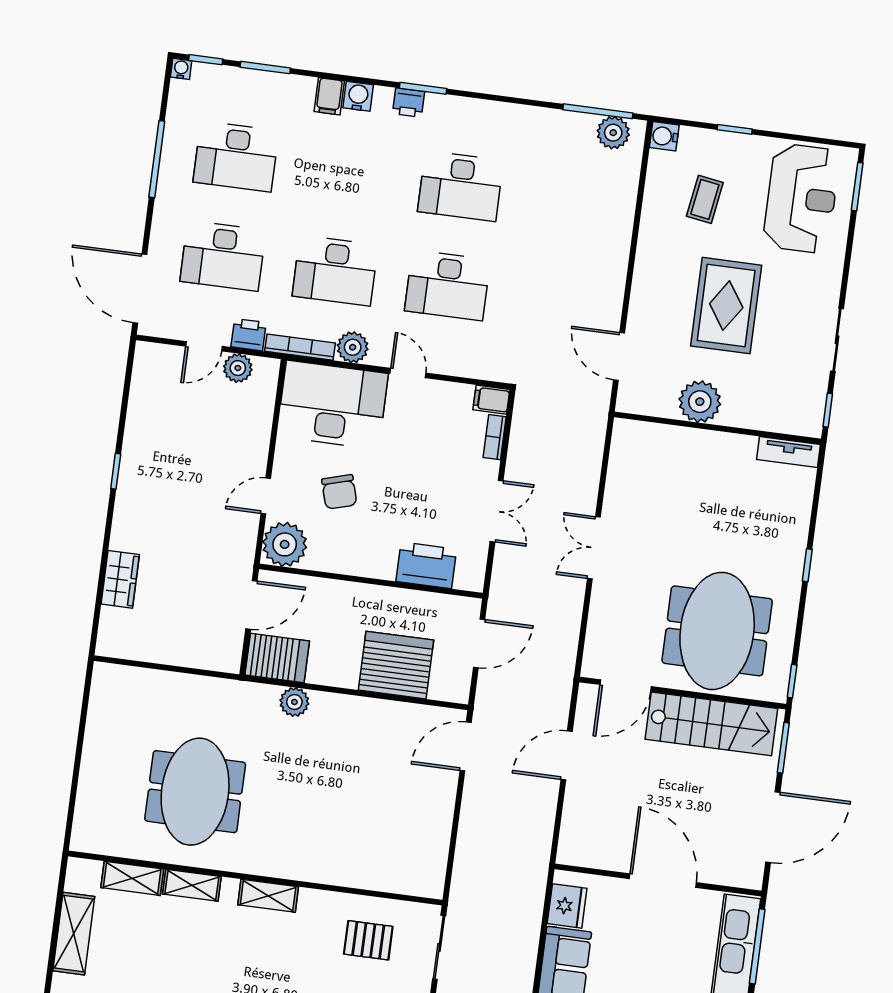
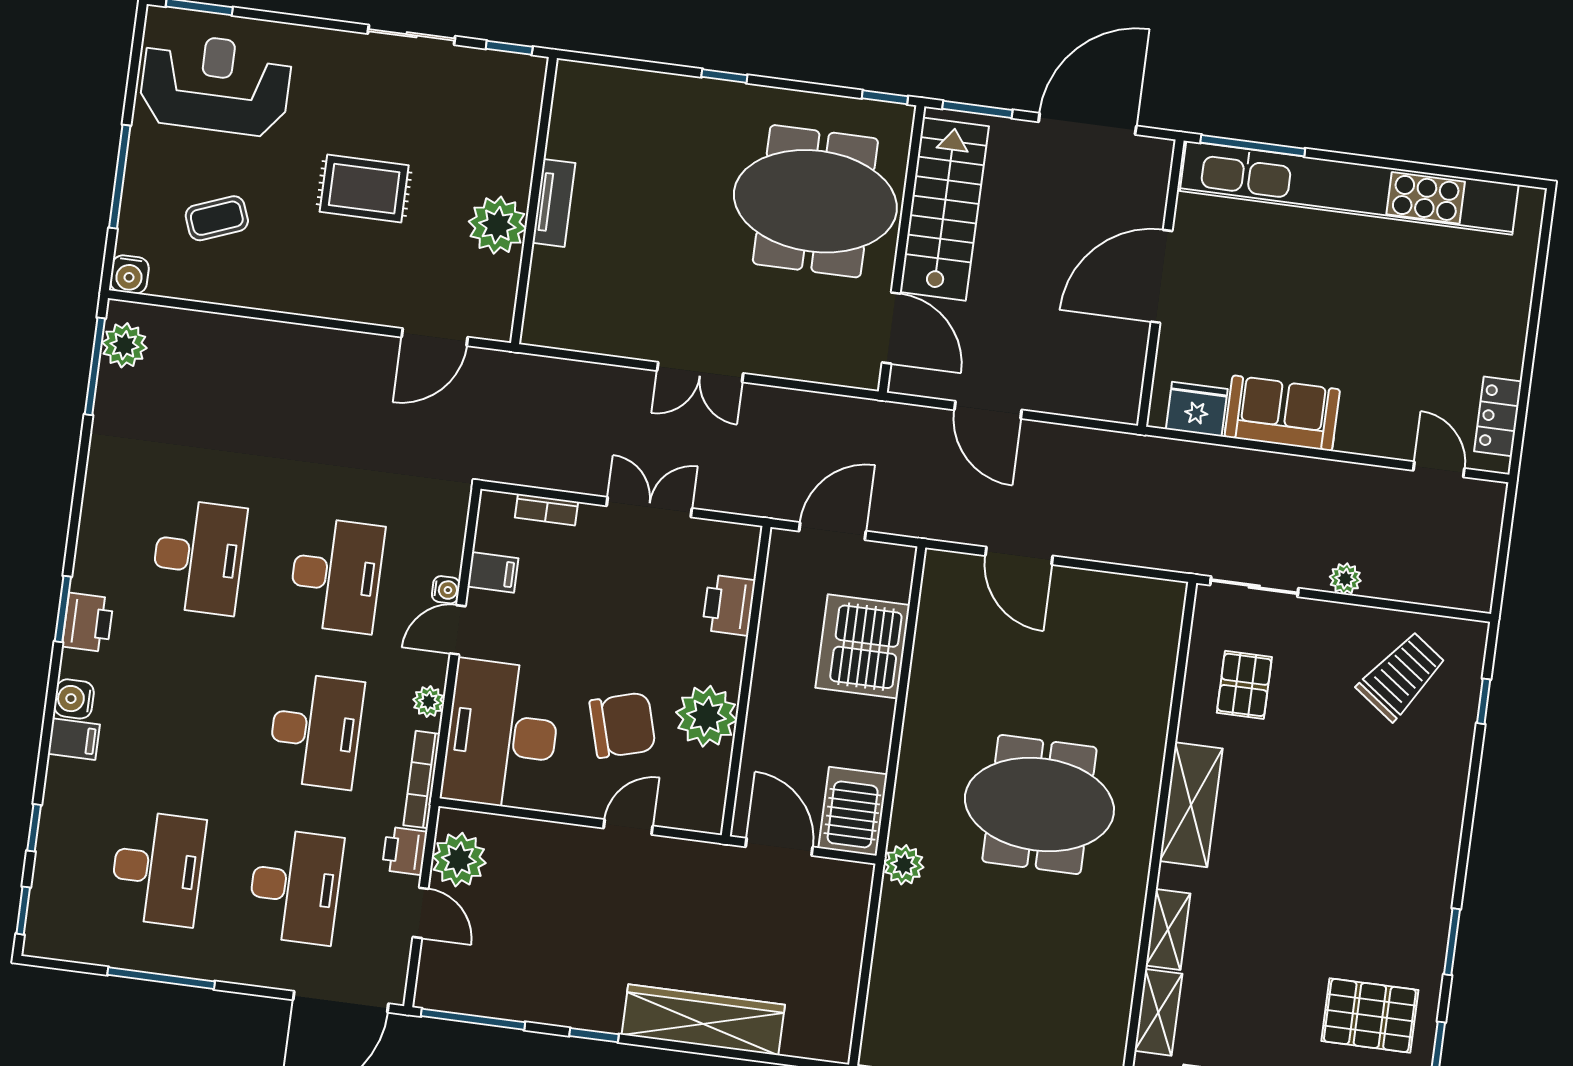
window: (265, 68) -> (34, 828), width x0.67
water cooler: (181, 69) -> (446, 590), moved, turned 180
printer: (409, 103) -> (88, 622), width x1.36, depth x1.24
window: (735, 129) -> (120, 177), width x2.17
coffee table: (705, 199) -> (217, 218), turned -30
rug: (726, 306) -> (364, 189), width x0.73, depth x0.70
plant: (353, 347) -> (429, 702), width x0.73, depth x0.73
plant: (238, 368) -> (459, 860), width x1.36, depth x1.36
window: (127, 384) -> (473, 1019), added
filing cabinet: (491, 400) -> (493, 572), moved, turned -90
tv unit: (789, 452) -> (554, 203), moved
chair: (339, 492) -> (623, 725), width x1.37, depth x1.37
door: (266, 496) -> (628, 827), swing flipped
plant: (285, 544) -> (707, 716), moved
printer: (426, 565) -> (729, 605), width x0.73, depth x0.84
wardrobe: (120, 579) -> (703, 1020), width x2.10, depth x1.17
door: (479, 643) -> (833, 531), hinge flipped
plant: (294, 702) -> (904, 865), moved
door: (466, 747) -> (1019, 556), moved
meeting table: (195, 792) -> (1039, 804), moved
door: (773, 827) -> (1087, 124), hinge flipped
shelving: (268, 896) -> (1191, 805), width x1.50, depth x1.33

